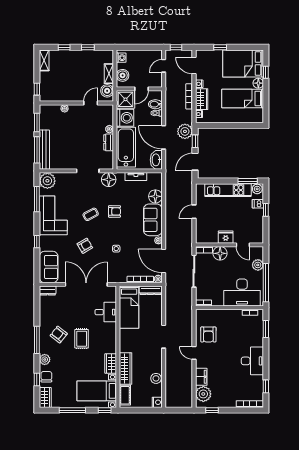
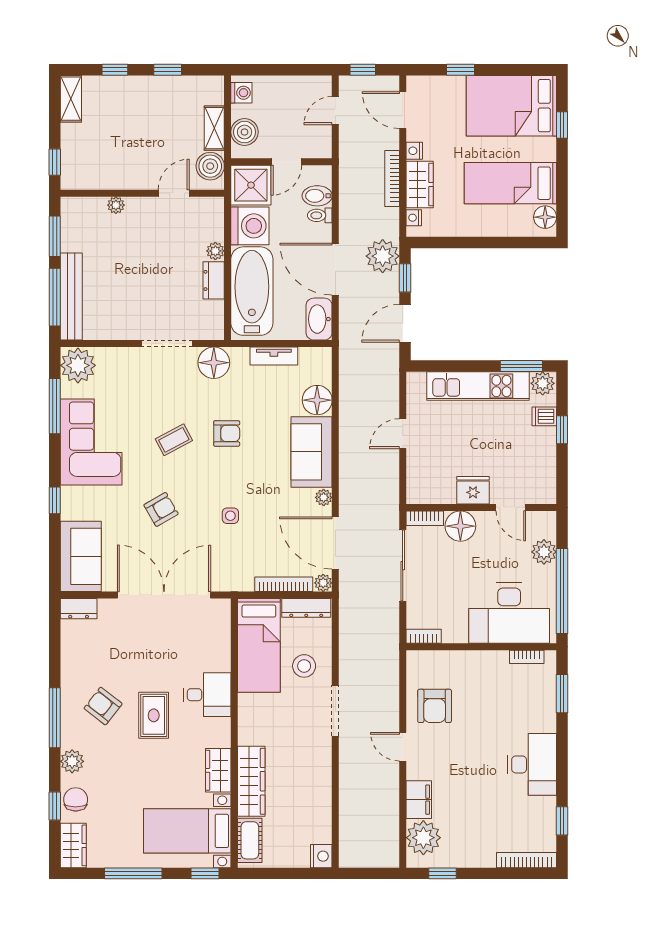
floor lamp: (258, 83) -> (545, 217), moved
desk: (106, 312) -> (207, 695), moved
stool: (156, 378) -> (304, 666), moved

